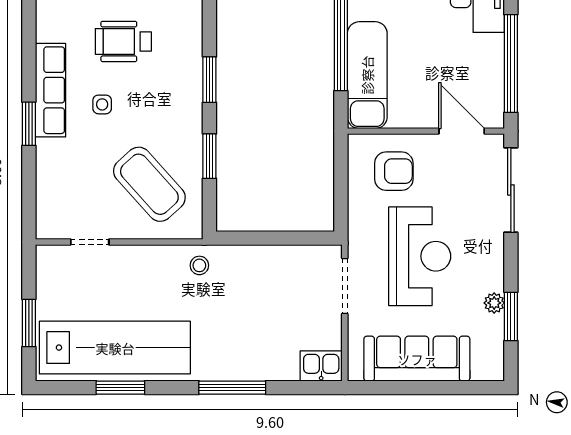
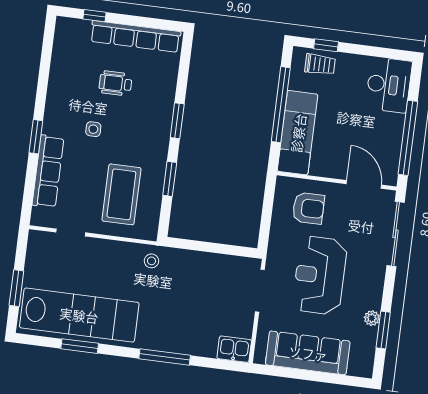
wheelchair: (123, 41) -> (115, 83), width x0.73, depth x0.73
row of seats: (51, 90) -> (48, 171), moved
coffee table: (149, 184) -> (121, 194), turned 42
reception desk: (420, 256) -> (320, 275), turned 180

